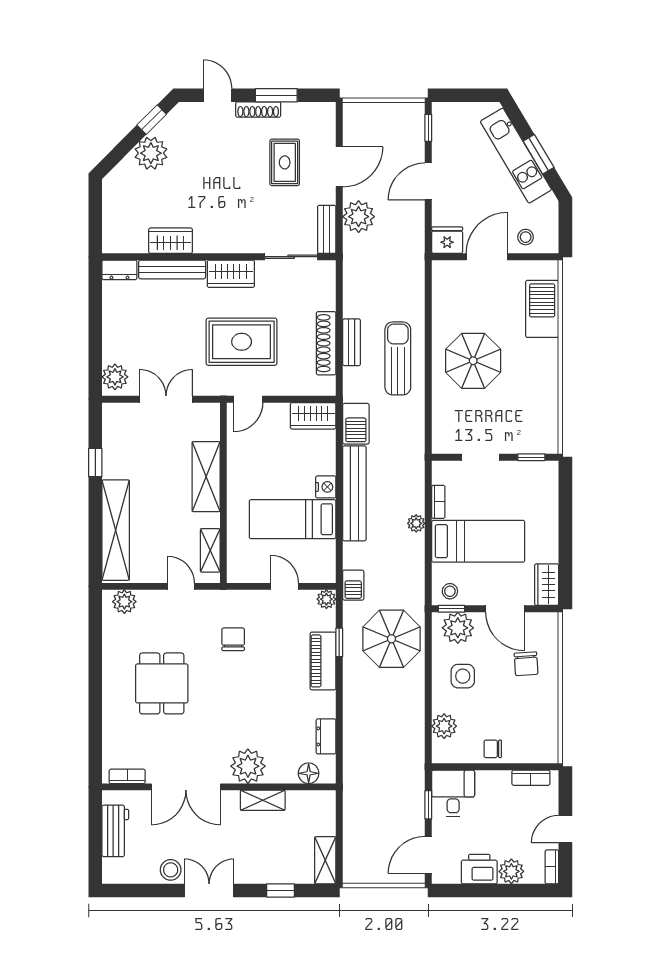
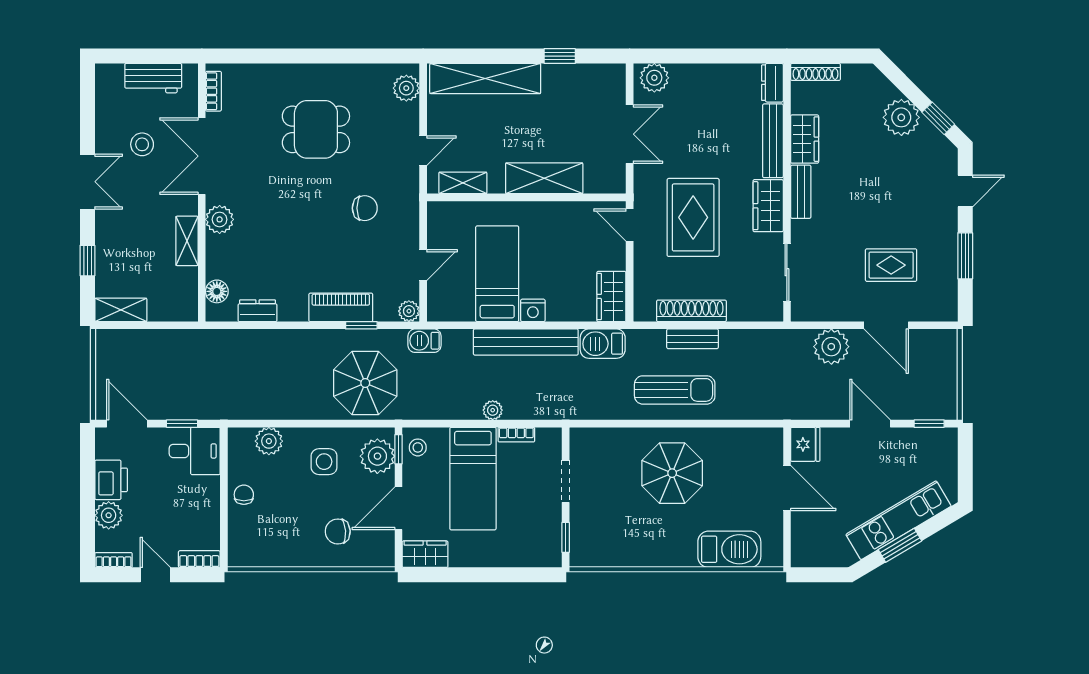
shoe rack: (258, 110) -> (816, 72), moved, turned -90
bench: (327, 229) -> (801, 192), moved, turned 90
stool: (526, 237) -> (809, 531), removed
plant: (248, 766) -> (220, 219), width x0.73, depth x0.73
bookcase: (531, 778) -> (199, 559), moved, turned 90
stool: (171, 870) -> (142, 144), moved

